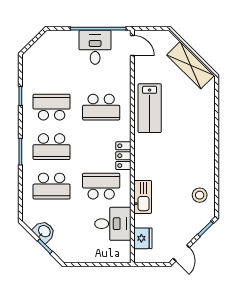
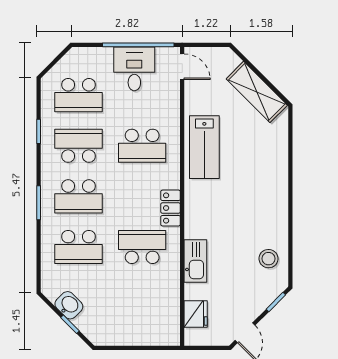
school desk: (52, 68) -> (79, 95), added
desk: (113, 224) -> (157, 295), removed

